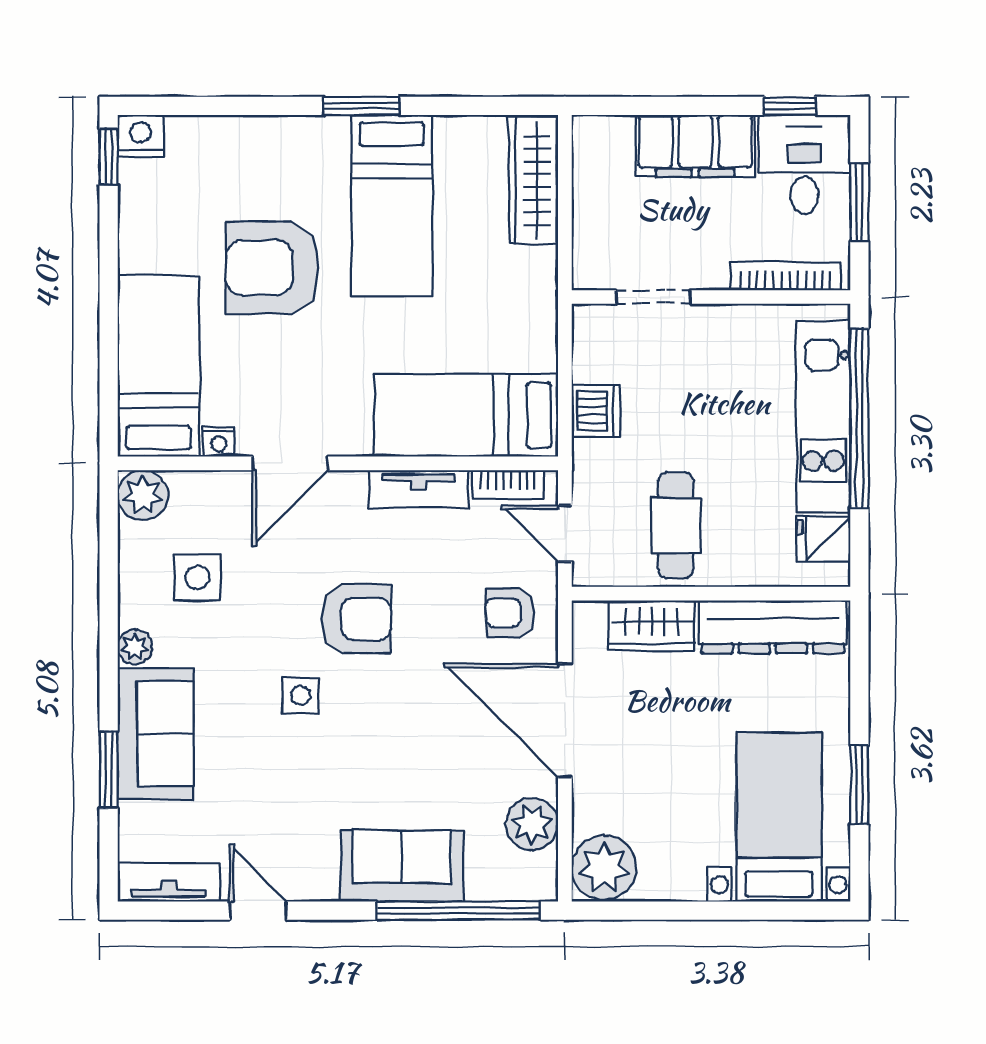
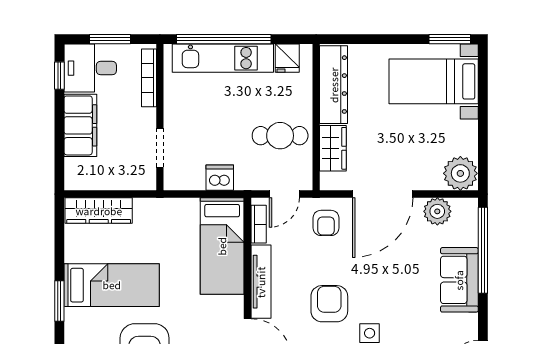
tv unit: (419, 489) -> (261, 282), width x1.41
window: (859, 785) -> (450, 39), moved

